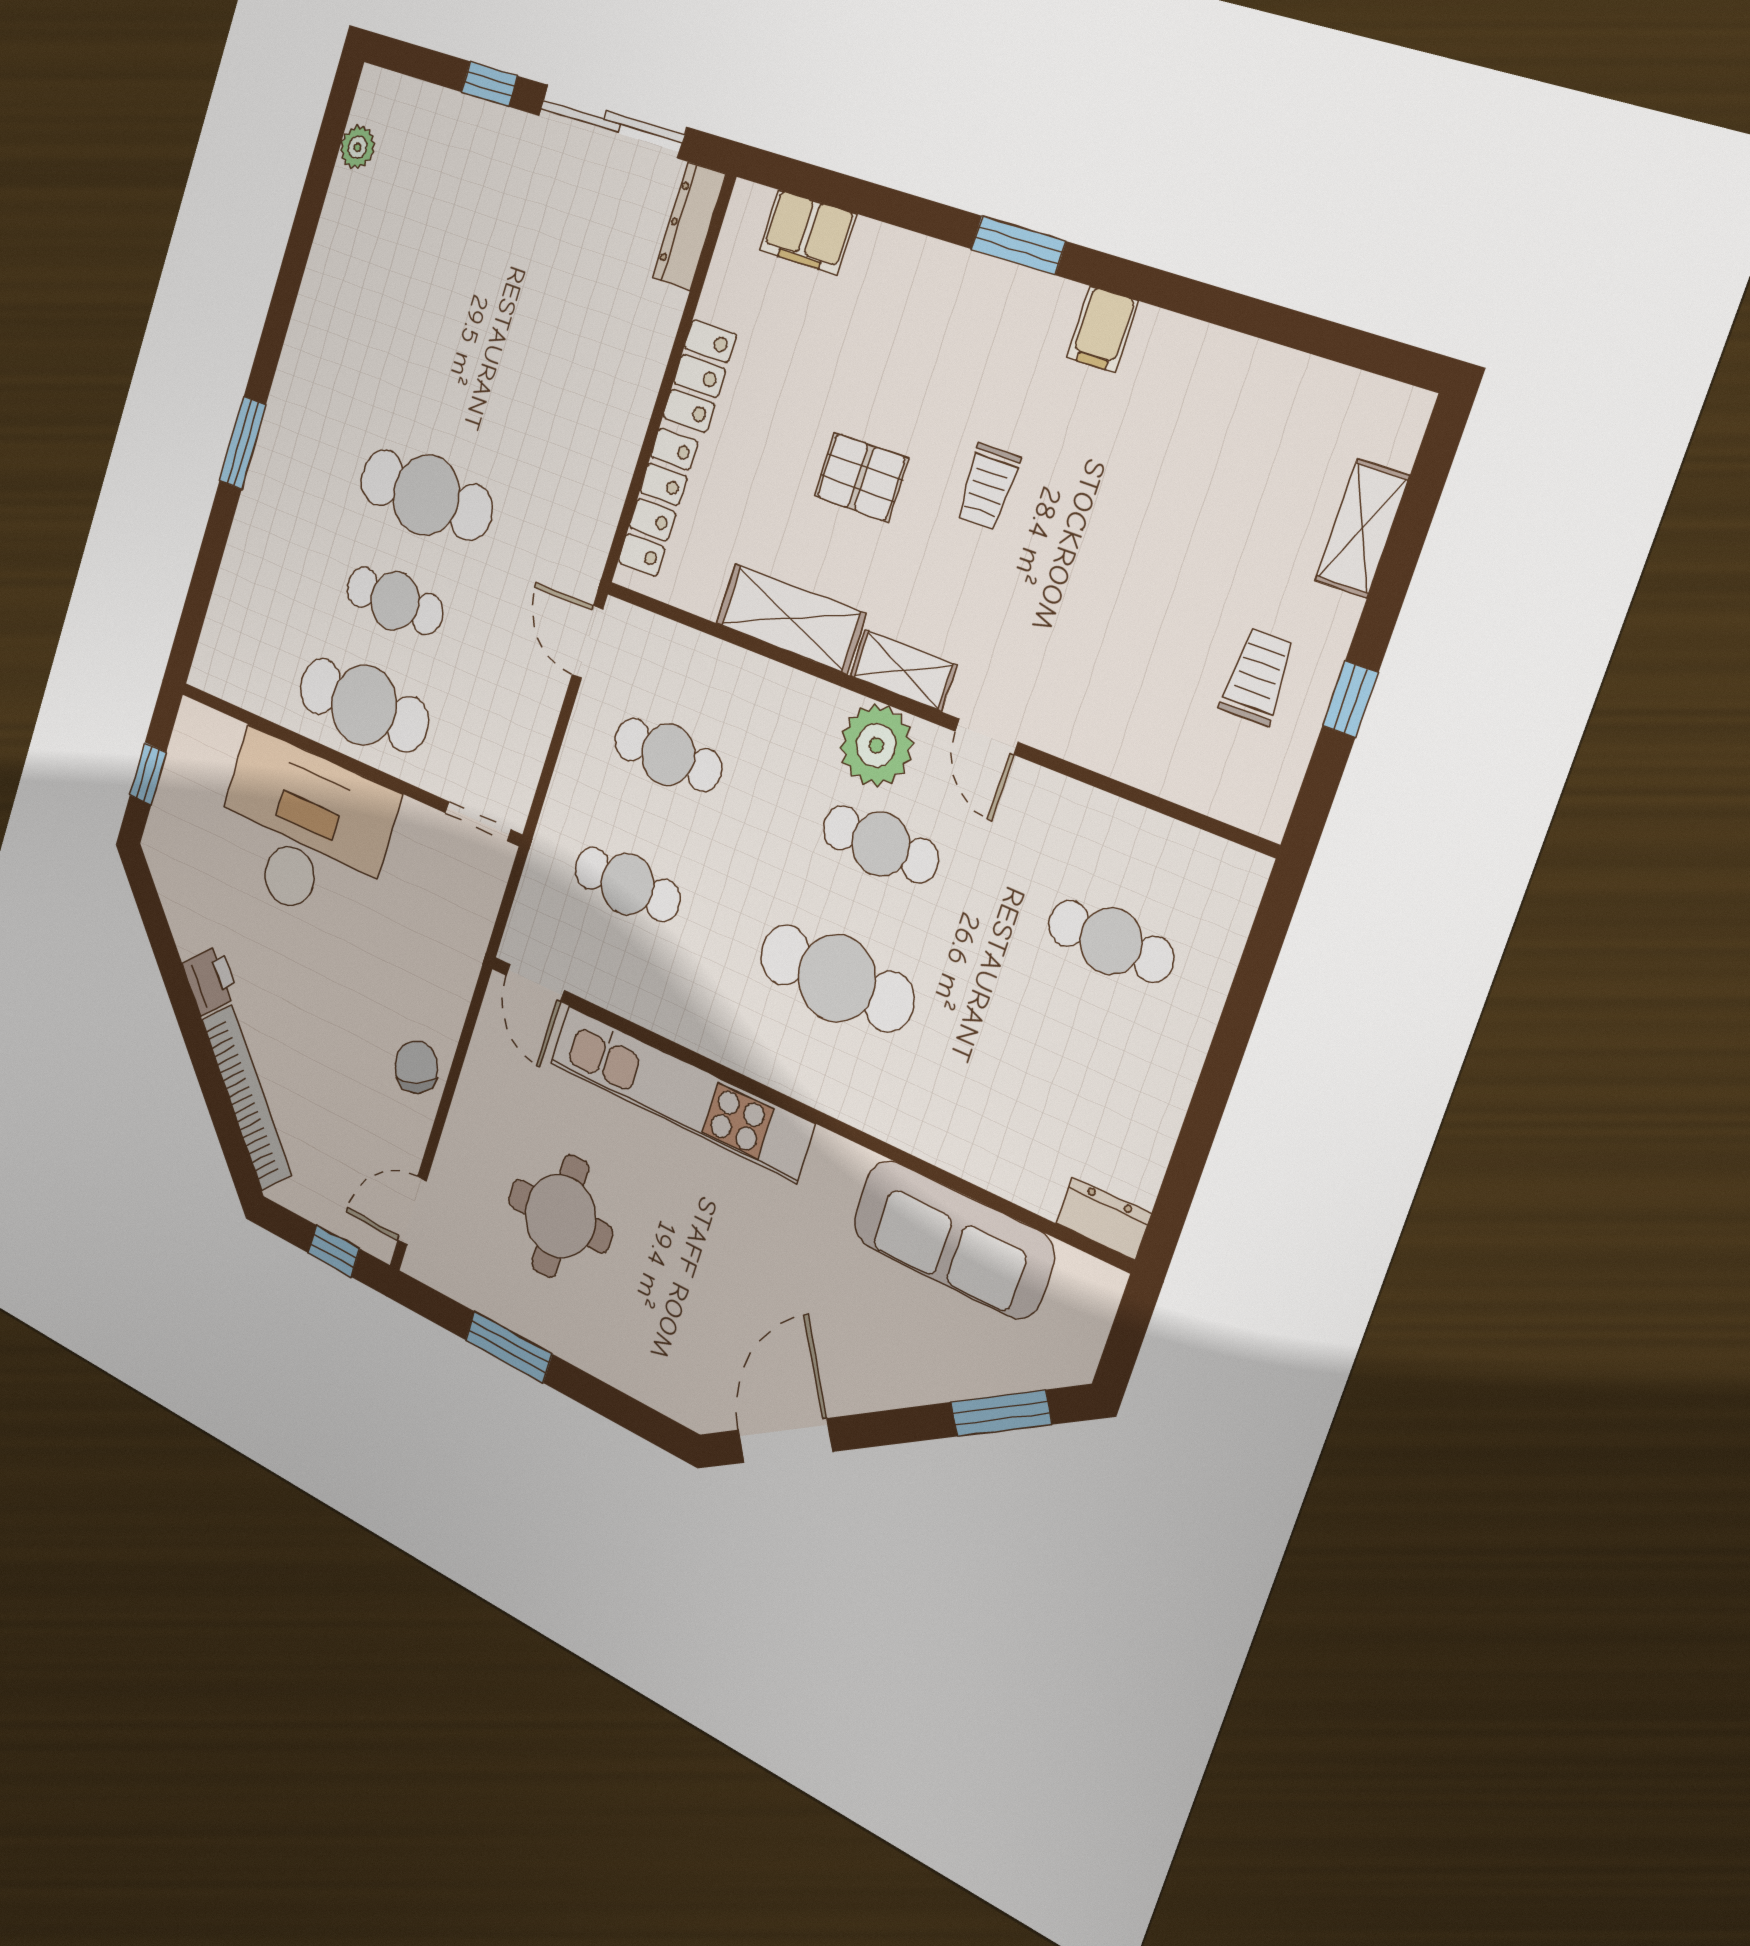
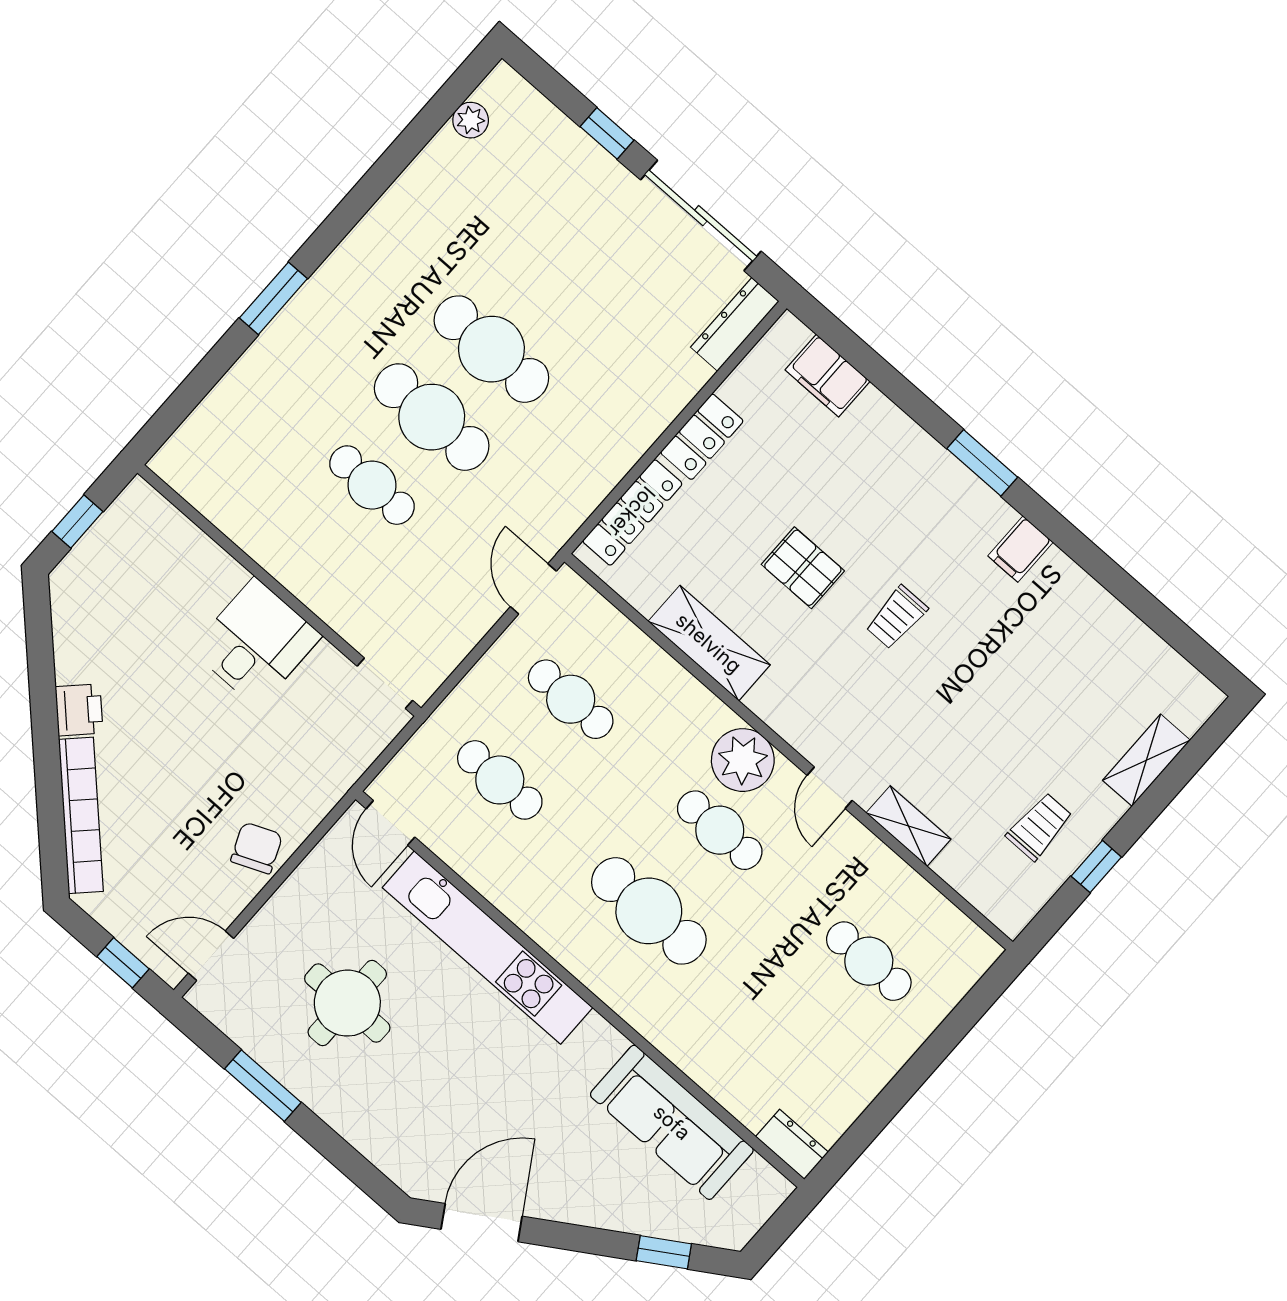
shelving: (903, 670) -> (909, 826), moved
cafe table: (364, 705) -> (491, 349), moved
desk: (303, 831) -> (256, 643), width x0.53, depth x0.77
window: (1001, 1413) -> (664, 1252), width x0.67

